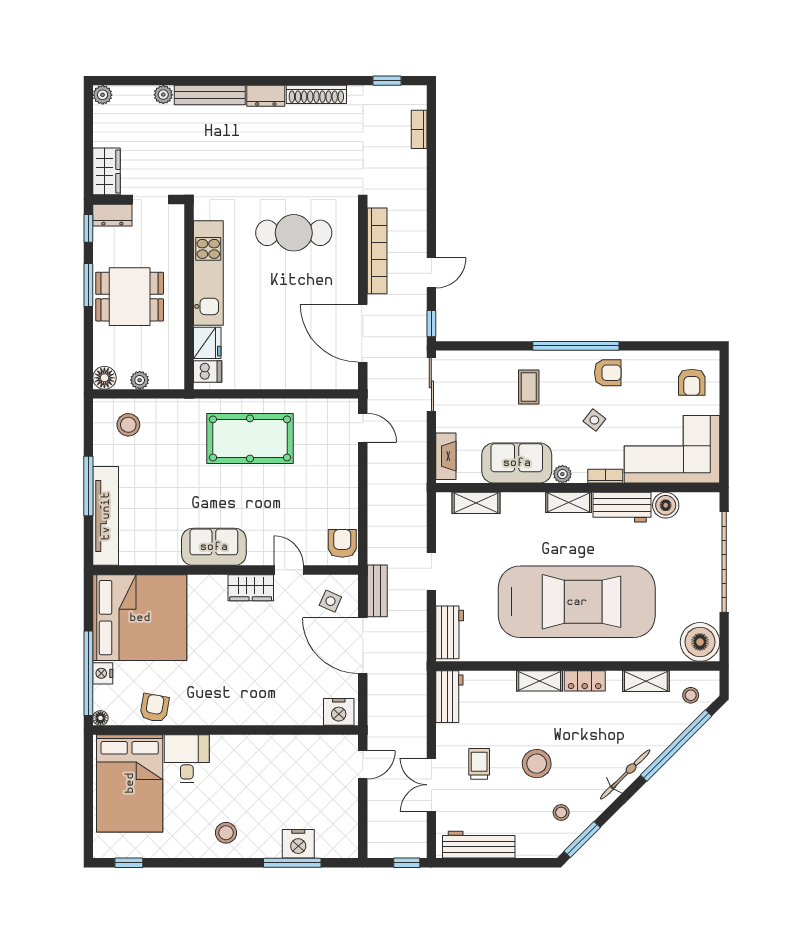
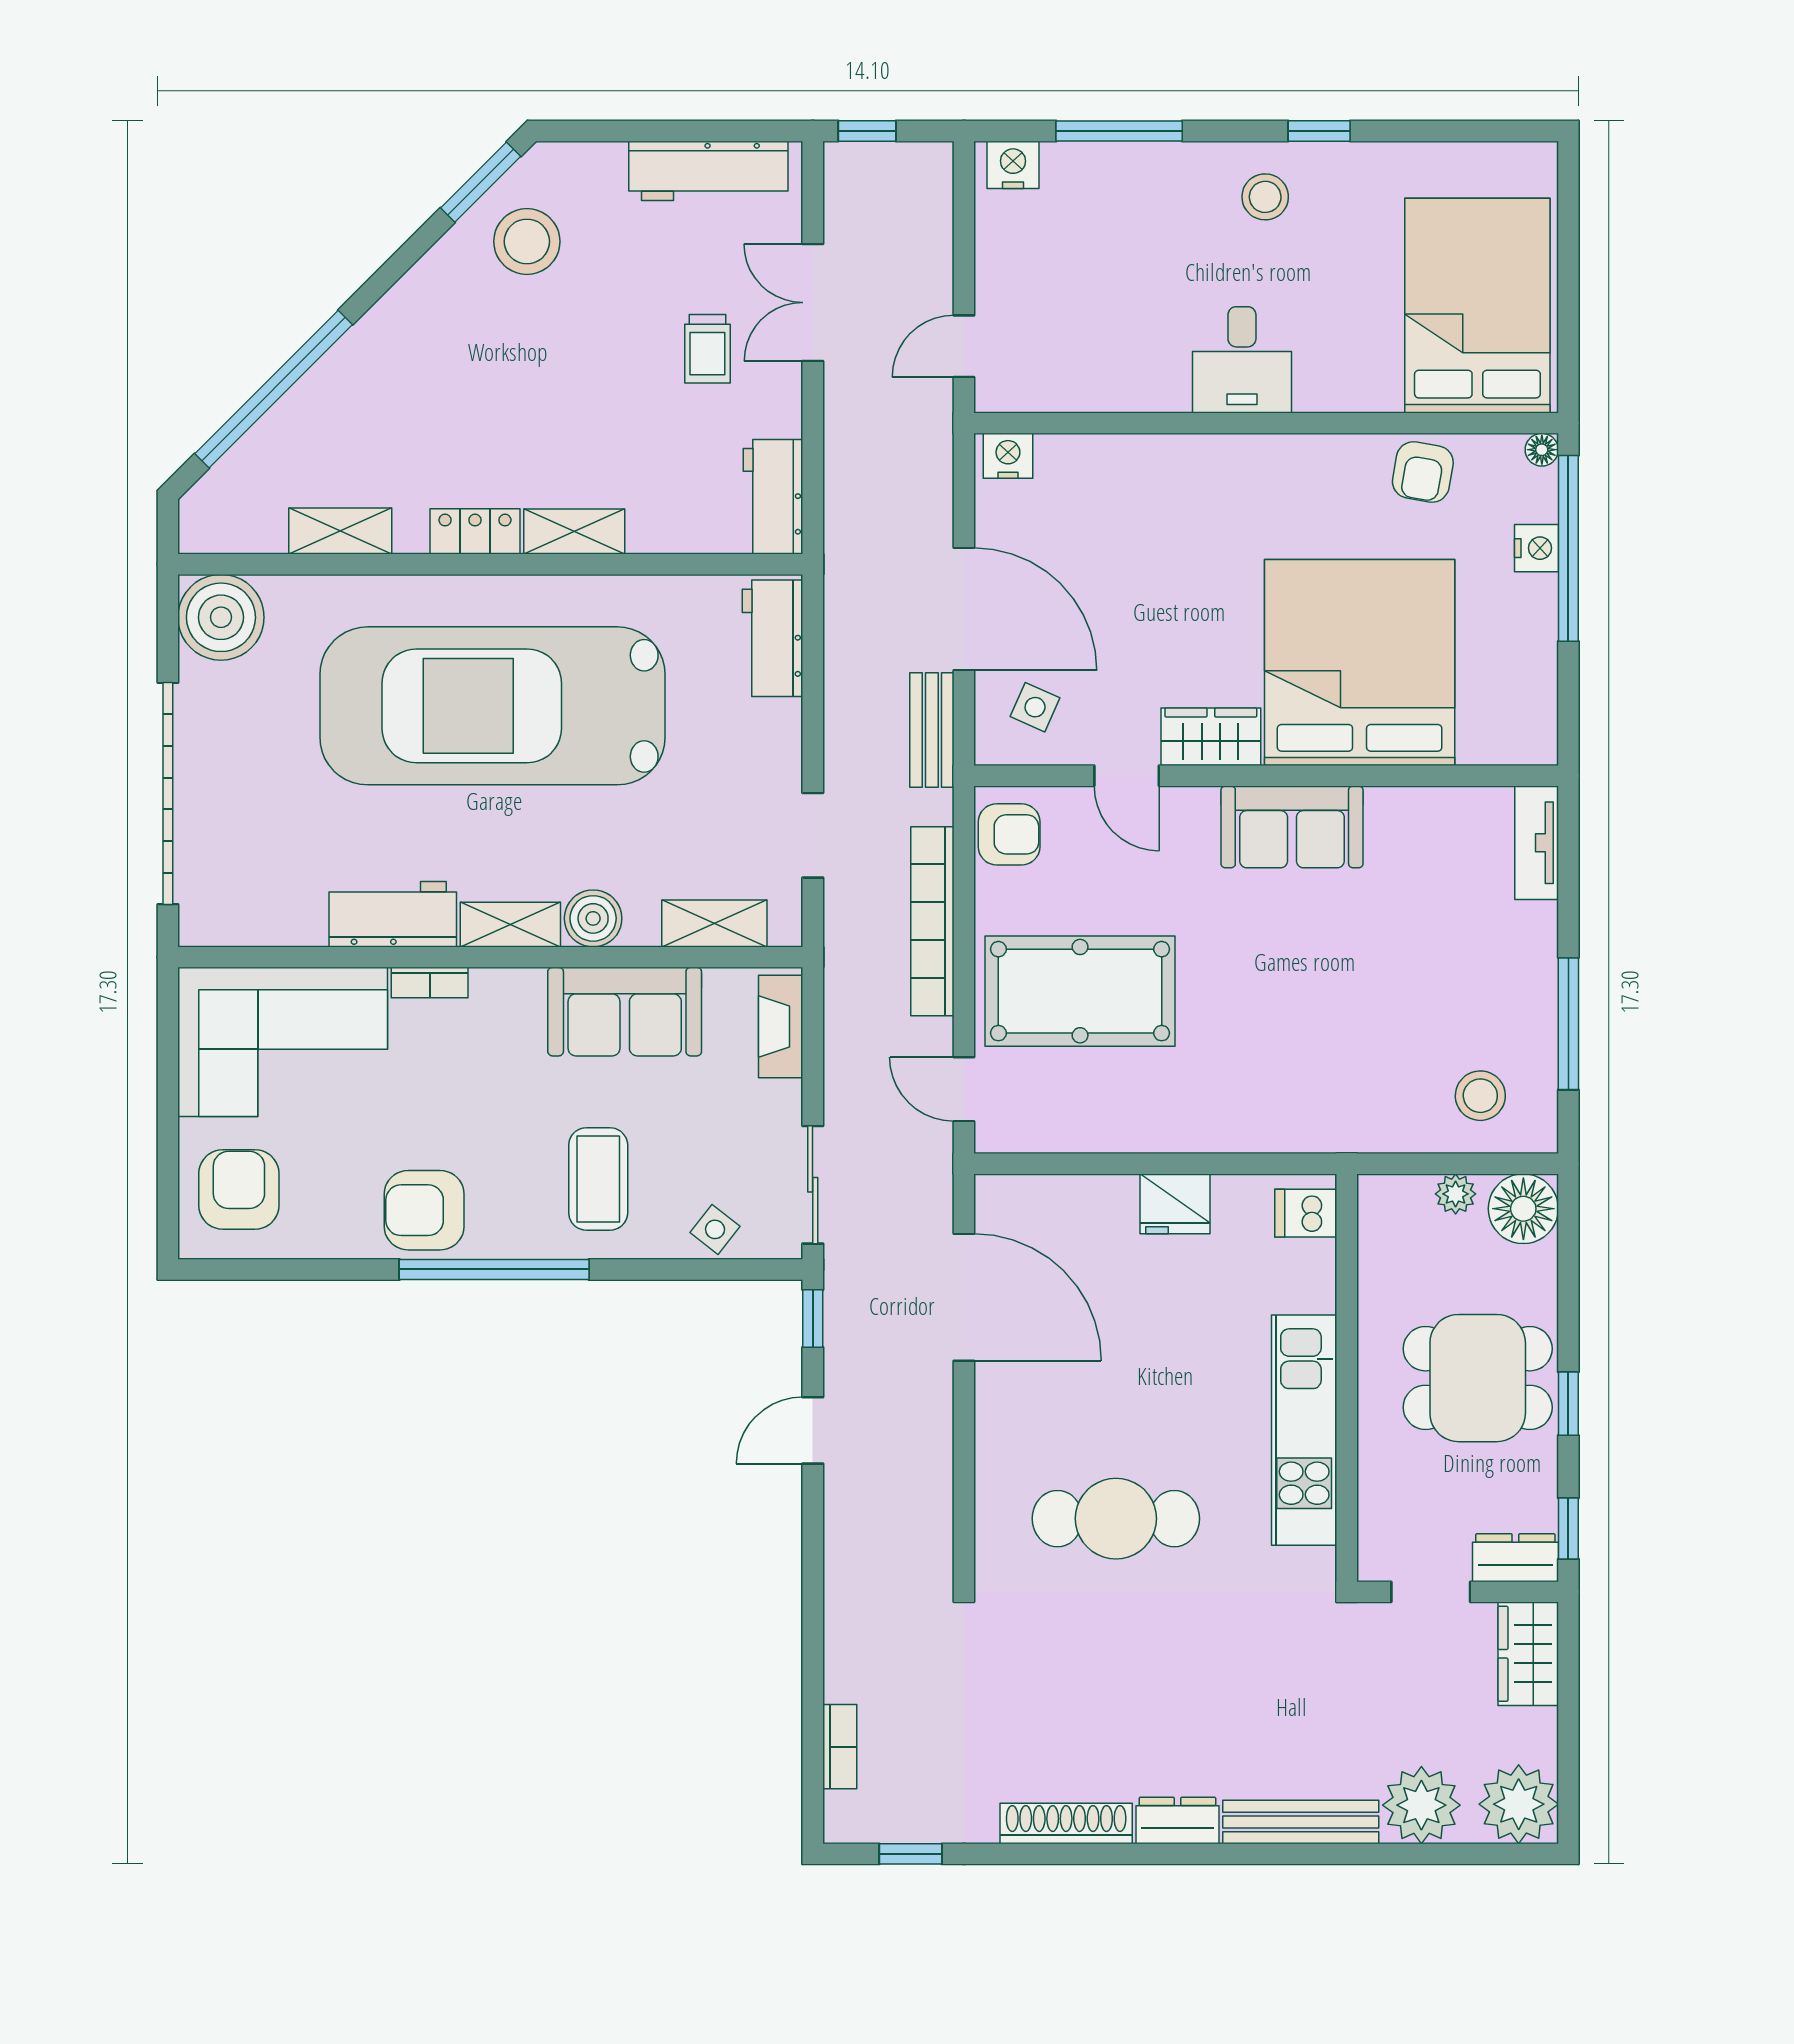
plant: (103, 95) -> (1519, 1804), width x1.88, depth x1.88
plant: (163, 95) -> (1421, 1805), width x1.88, depth x1.88
bookcase: (377, 251) -> (932, 921), moved
window: (88, 285) -> (1568, 1404), width x0.67
fridge: (207, 343) -> (1175, 1204), moved, turned -90
armchair: (608, 373) -> (424, 1210), width x1.38, depth x1.38
floor lamp: (104, 378) -> (1523, 1209), width x1.38, depth x1.38
armchair: (692, 382) -> (239, 1189), width x1.38, depth x1.38
coffee table: (529, 387) -> (598, 1179), width x1.36, depth x1.30
side table: (594, 420) -> (715, 1229), moved
pool table: (250, 438) -> (1080, 991), moved
plant: (562, 474) -> (524, 987), removed
window: (88, 486) -> (1568, 1024), moved
boiler: (666, 505) -> (593, 918), moved
tv unit: (106, 516) -> (1537, 843), width x0.52, depth x0.78
armchair: (342, 543) -> (1009, 834), turned -90
doorway: (431, 572) -> (813, 835), moved
bed: (140, 618) -> (1360, 663), moved, turned 90
stool: (691, 695) -> (241, 500), removed
nightstand: (339, 712) -> (1008, 456), width x0.74, depth x0.75
desk: (187, 759) -> (1242, 360), moved
stool: (537, 764) -> (581, 349), removed
bicycle: (625, 774) -> (386, 325), removed
double door: (431, 785) -> (813, 303), swing flipped
stool: (561, 813) -> (527, 241), width x1.89, depth x1.89
nightstand: (298, 844) -> (1013, 165), moved, width x0.74, depth x0.75
window: (129, 863) -> (1319, 131), moved

